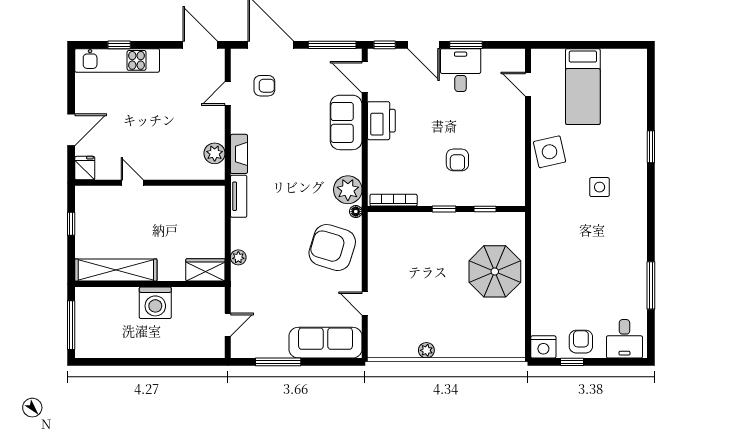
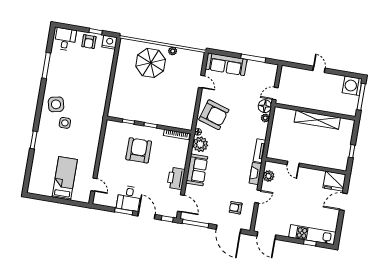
door: (228, 93) -> (258, 197), moved
sofa: (346, 122) -> (197, 170), moved
side table: (550, 152) -> (56, 104), moved
armchair: (457, 160) -> (139, 150), width x1.88, depth x1.88
fridge: (85, 168) -> (334, 181), width x1.88, depth x1.34
door: (132, 183) -> (293, 164), moved
shelving: (116, 270) -> (317, 120), moved
wardrobe: (205, 270) -> (284, 114), removed
parasol: (495, 271) -> (151, 63), moved
floor lamp: (243, 279) -> (265, 106), added
washing machine: (155, 303) -> (352, 86), moved, turned -90
door: (228, 325) -> (275, 94), moved
door: (156, 362) -> (319, 69), added

